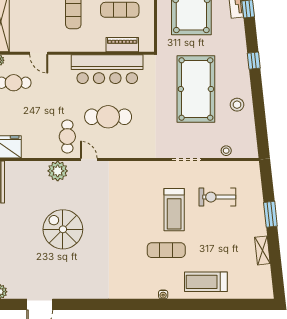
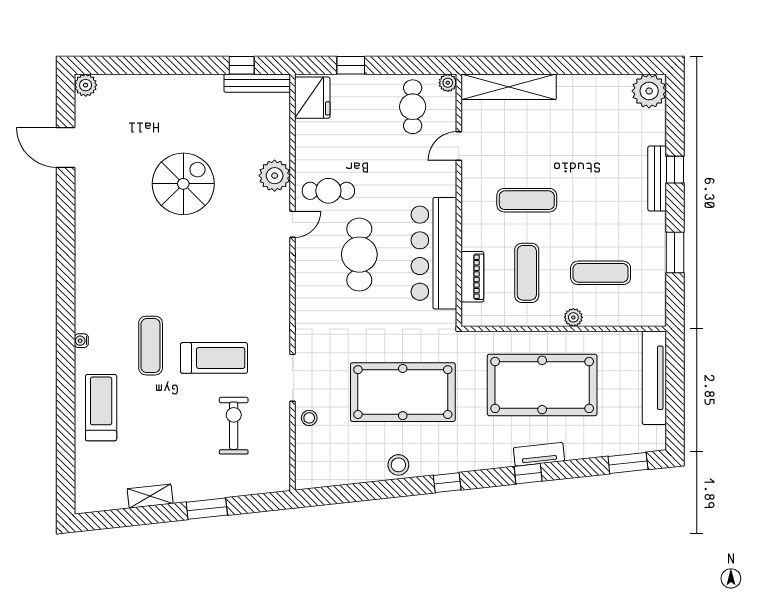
stool: (237, 105) -> (398, 465), moved
stool: (226, 151) -> (309, 418), moved
treadmill: (174, 210) -> (214, 358), turned 180

